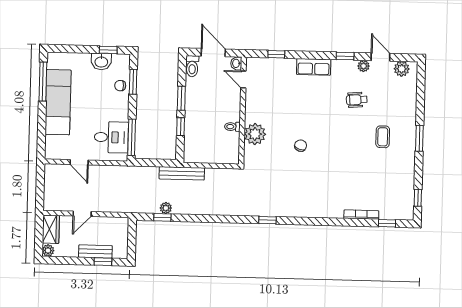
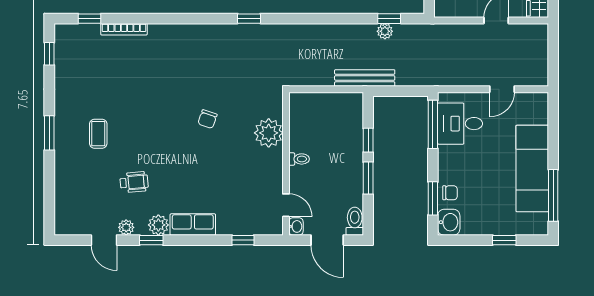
window: (108, 50) -> (504, 240), moved
washbasin: (101, 62) -> (449, 222), moved, turned 90
plant: (402, 69) -> (158, 225), moved
toilet: (232, 127) -> (299, 159), moved
door: (79, 162) -> (502, 89), swing flipped

